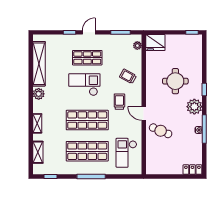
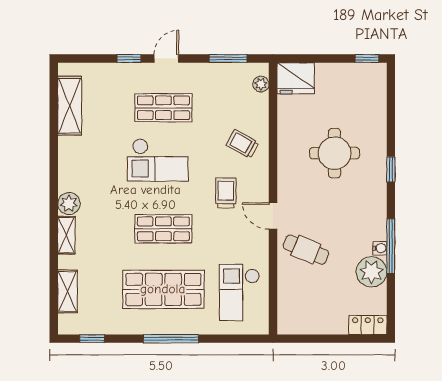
shelving: (39, 64) -> (70, 106), width x0.68
checkout: (84, 85) -> (158, 160), turned 180
plant: (39, 94) -> (69, 204), moved
plant: (194, 107) -> (372, 272), moved
shop shelf: (87, 120) -> (163, 229), width x0.70, depth x0.74

